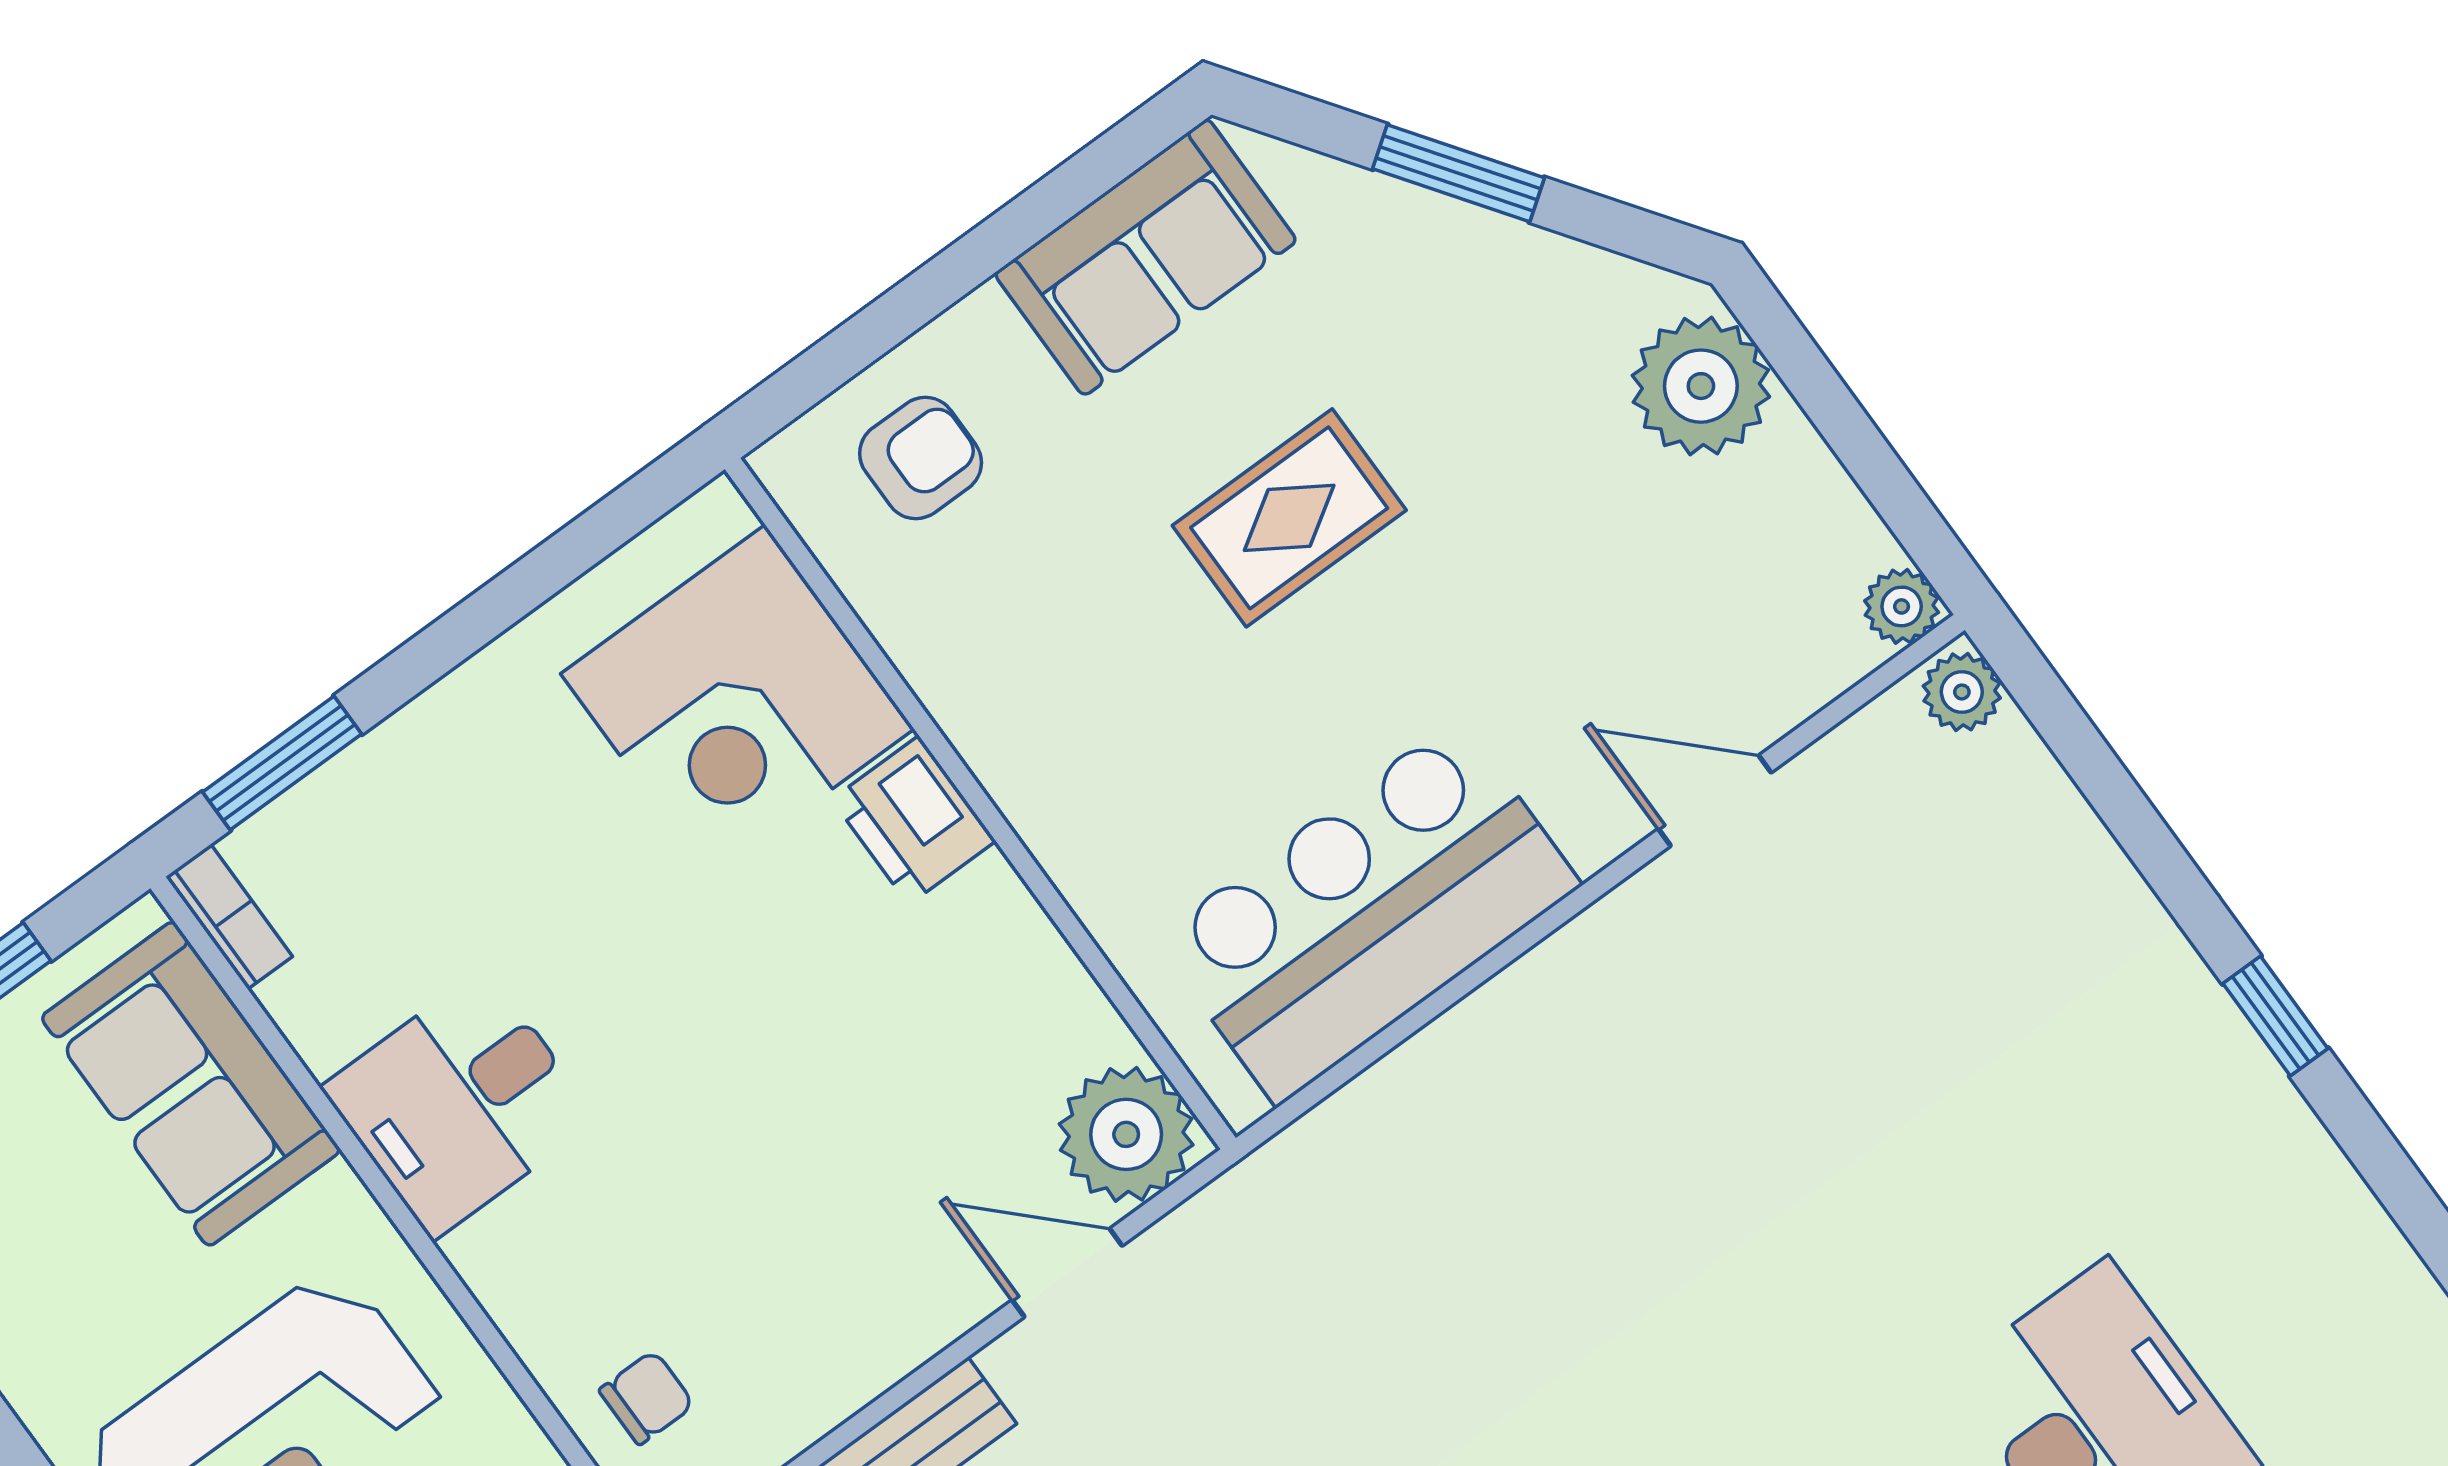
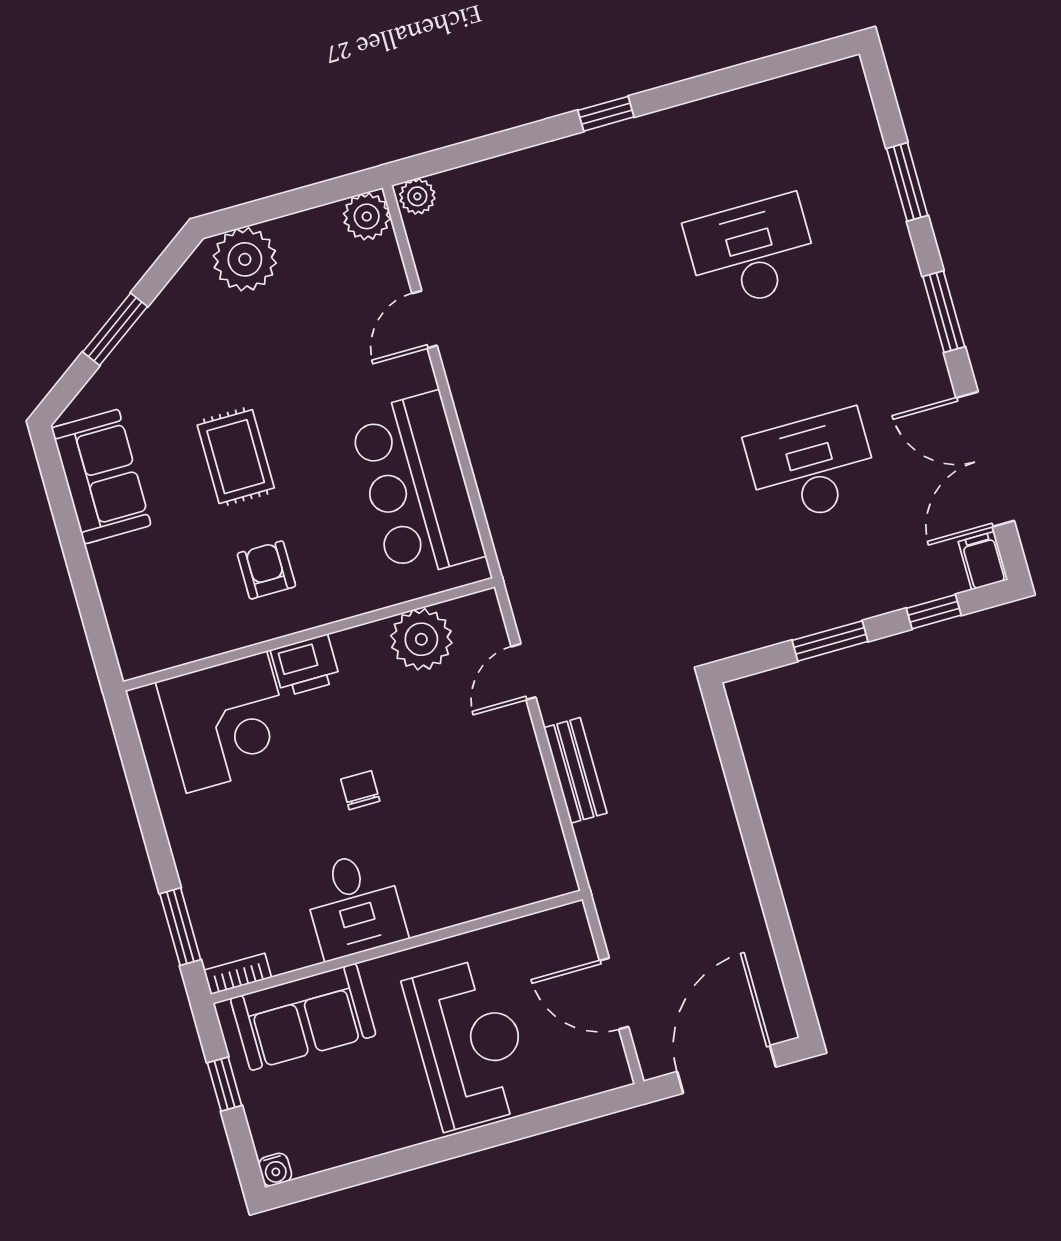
armchair: (921, 458) -> (266, 570), moved
plant: (1902, 606) -> (367, 216), width x1.38, depth x1.38
plant: (1126, 1134) -> (421, 639), moved
chair: (647, 1398) -> (360, 790), moved

